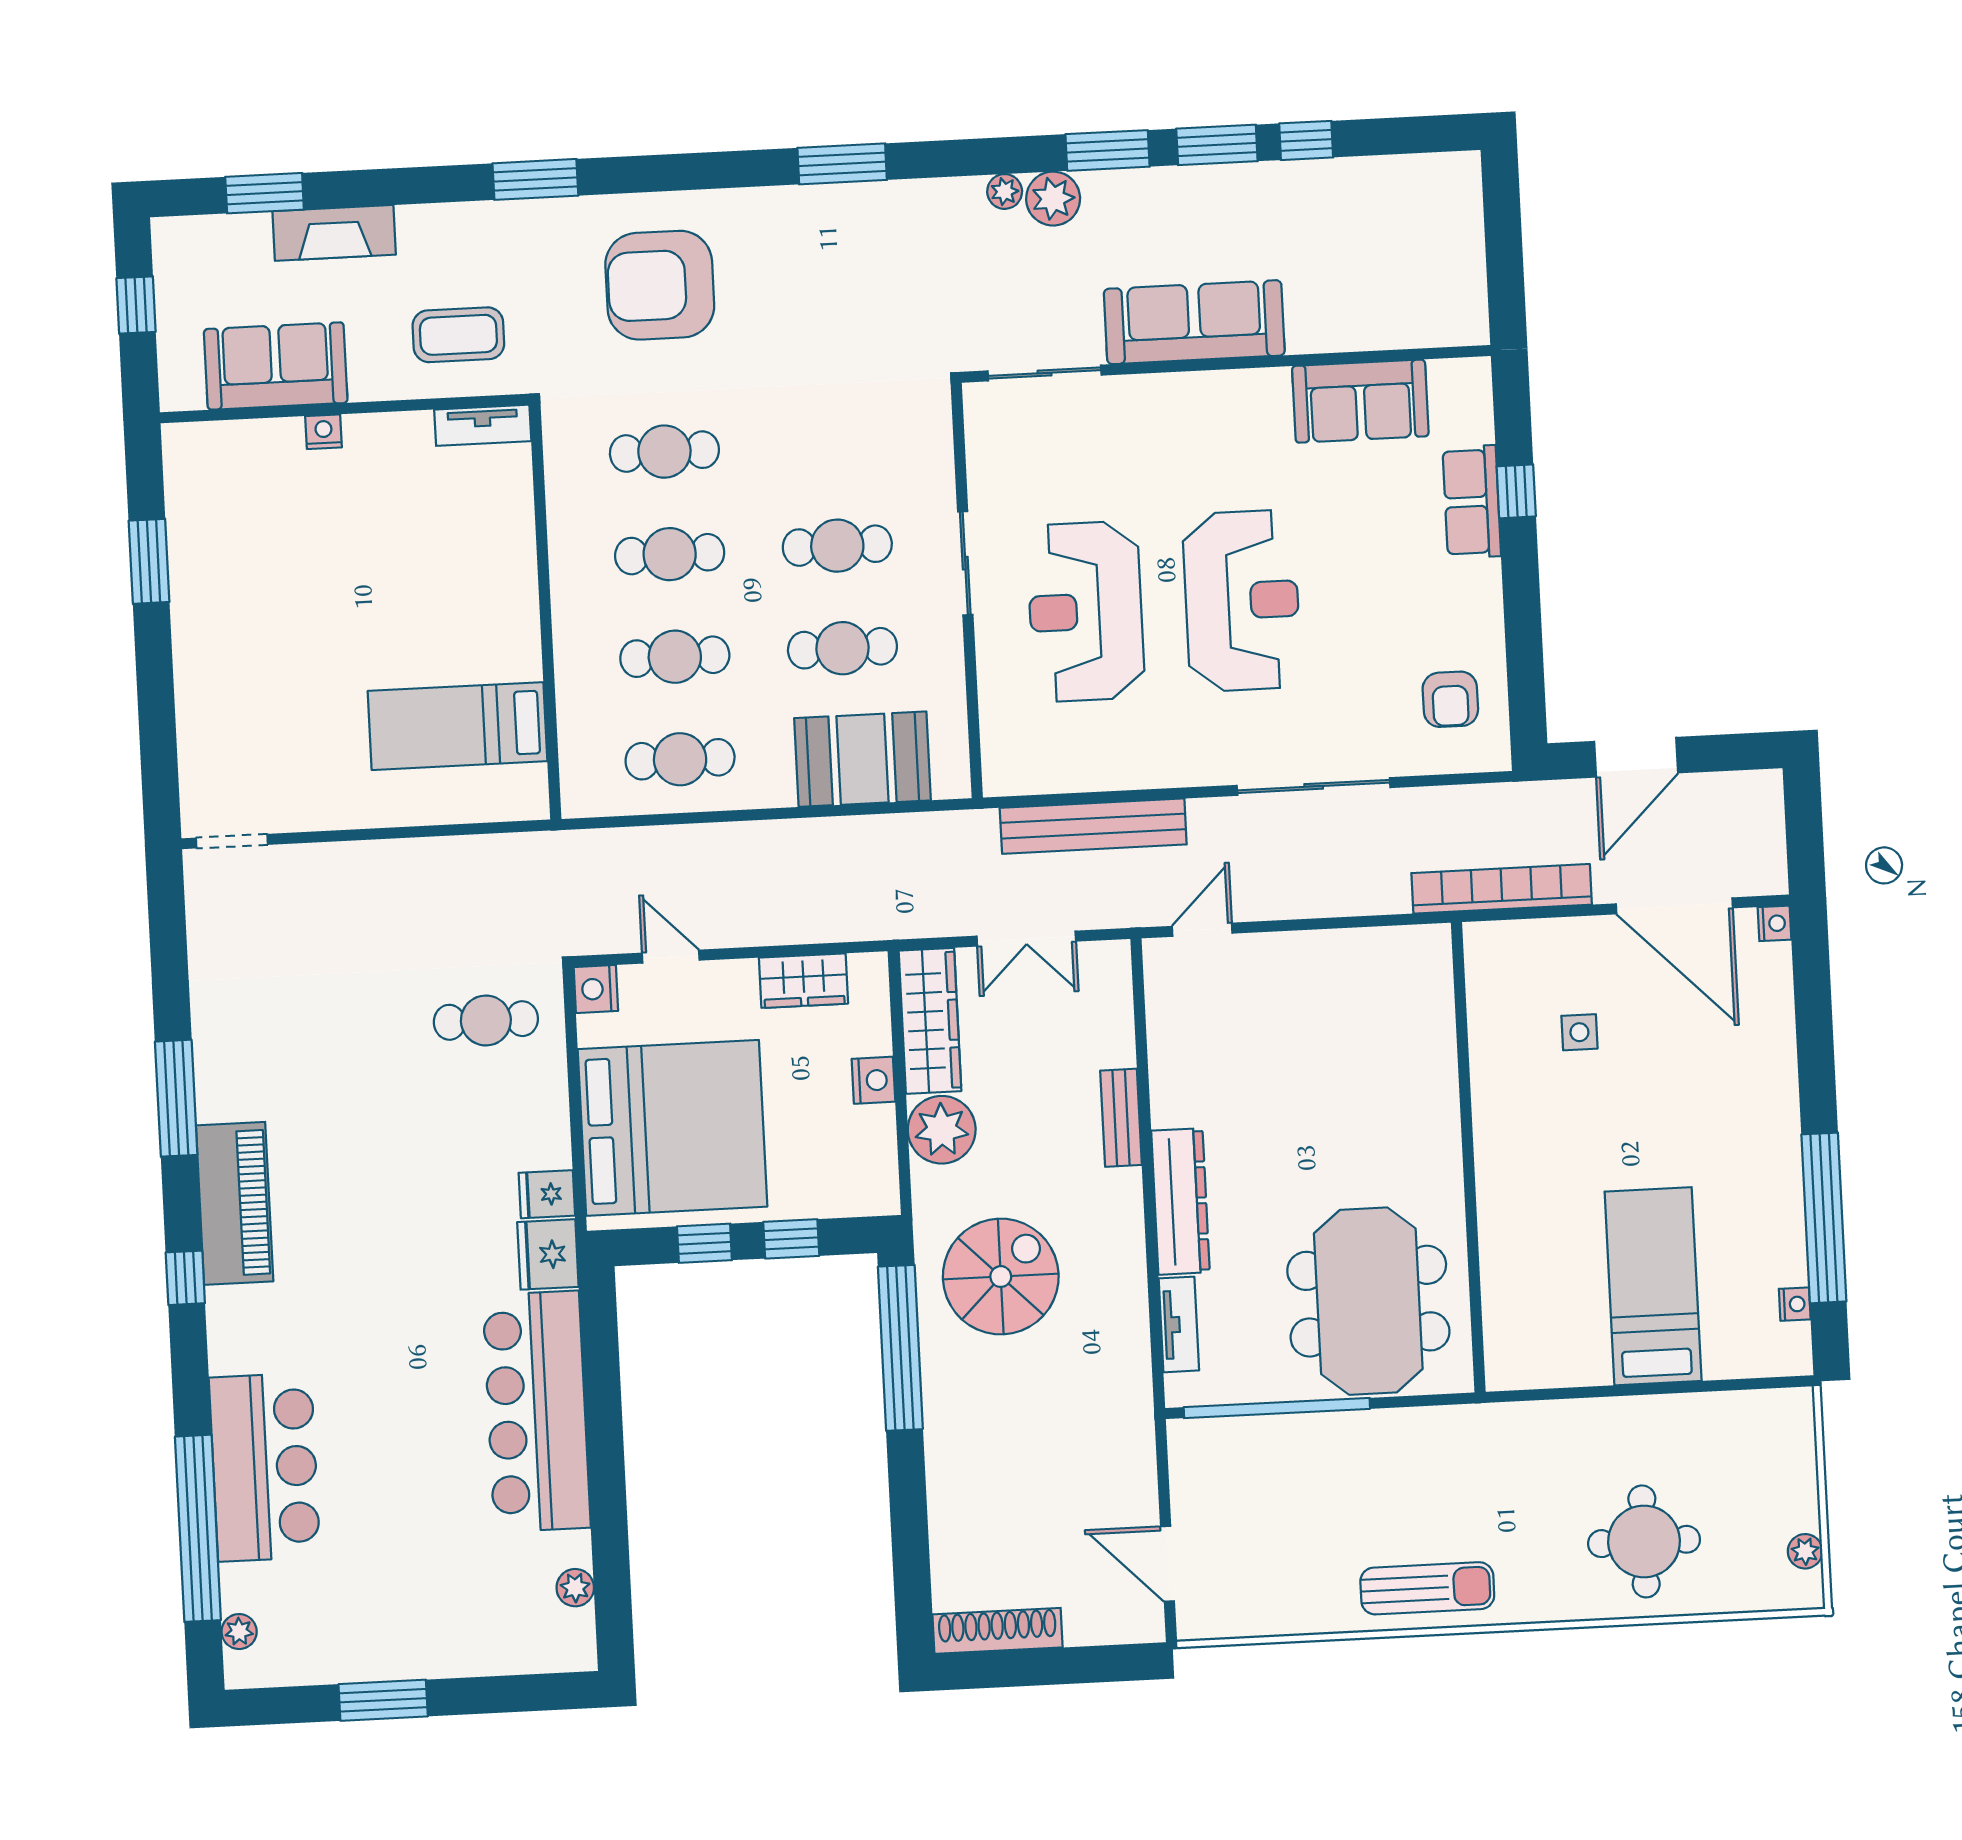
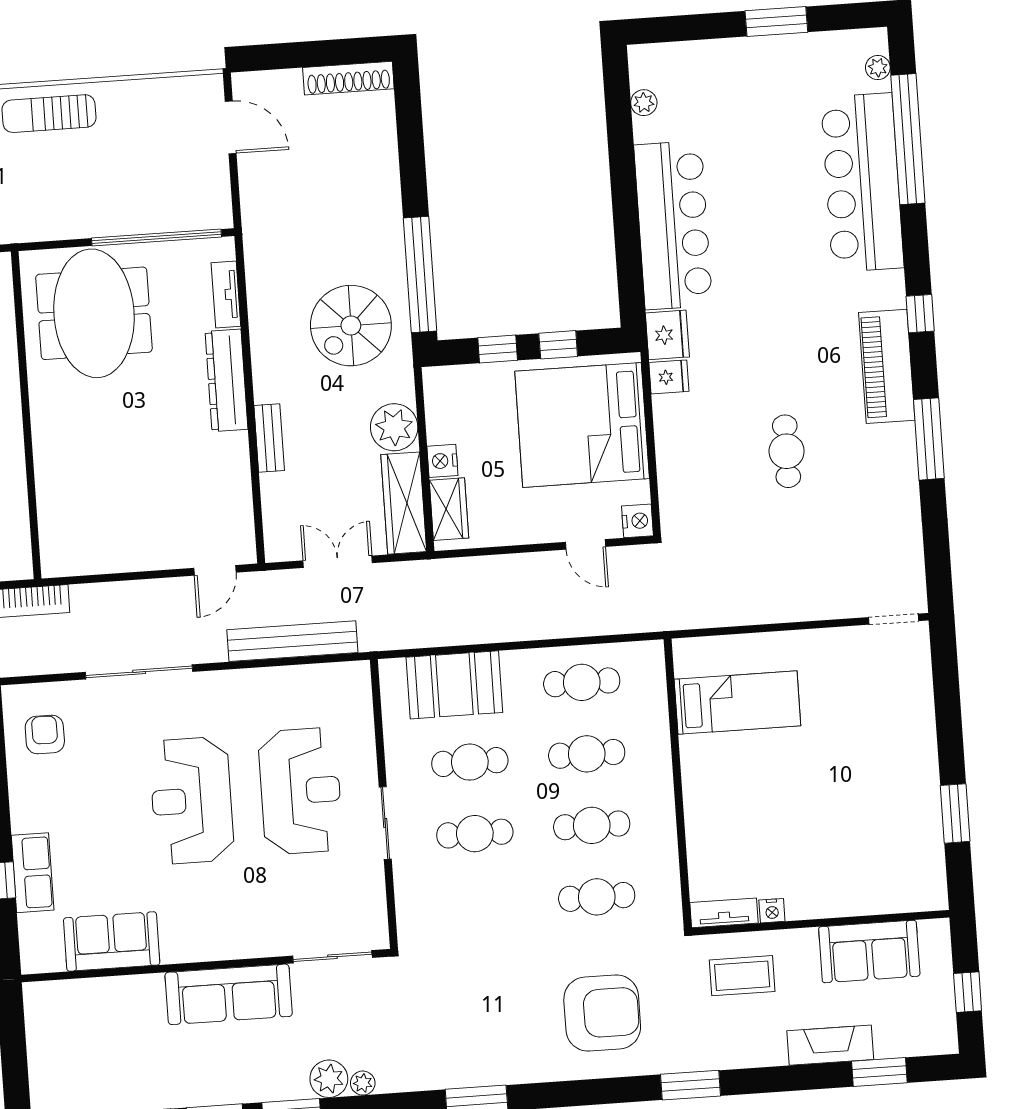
nightstand: (324, 432) -> (772, 911), moved
wardrobe: (804, 981) -> (449, 509), moved, turned 90
cafe table: (486, 1020) -> (787, 451), moved, turned 90
bar counter: (265, 1467) -> (862, 183), width x1.36

